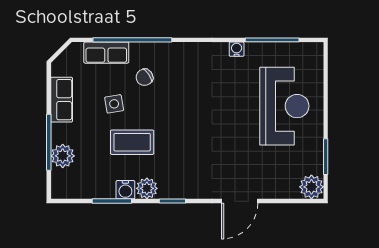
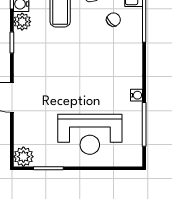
chair: (145, 77) -> (113, 20), turned 80

